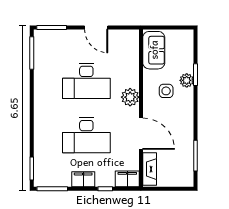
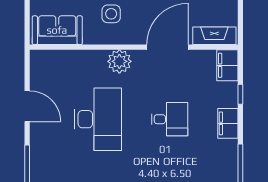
door: (96, 27) -> (27, 106), hinge flipped
desk: (86, 135) -> (170, 119), width x0.53, depth x0.77

